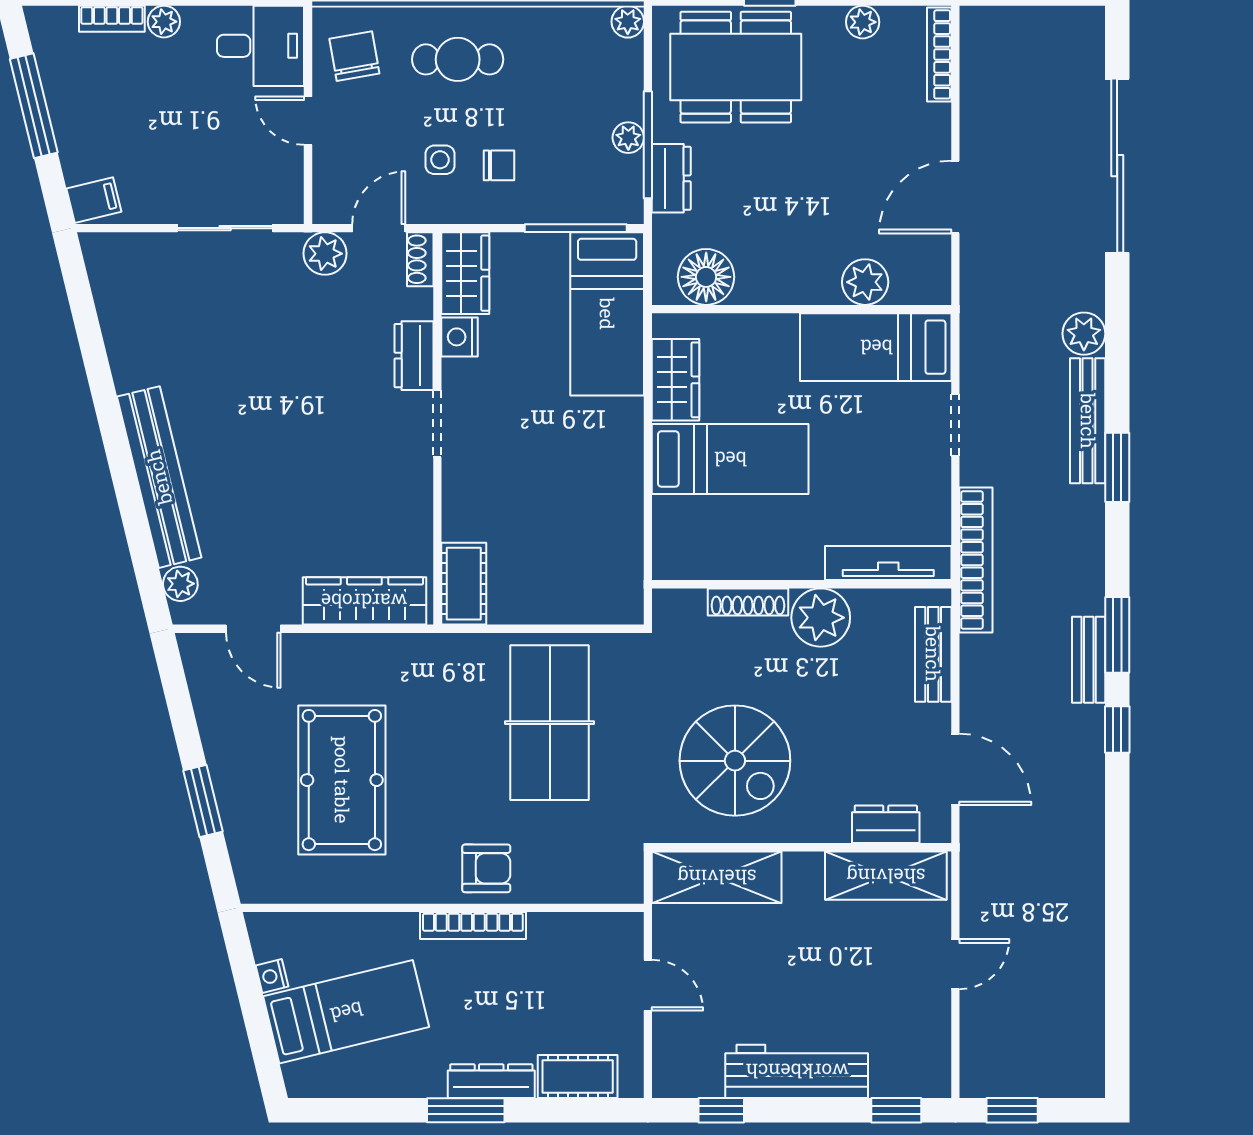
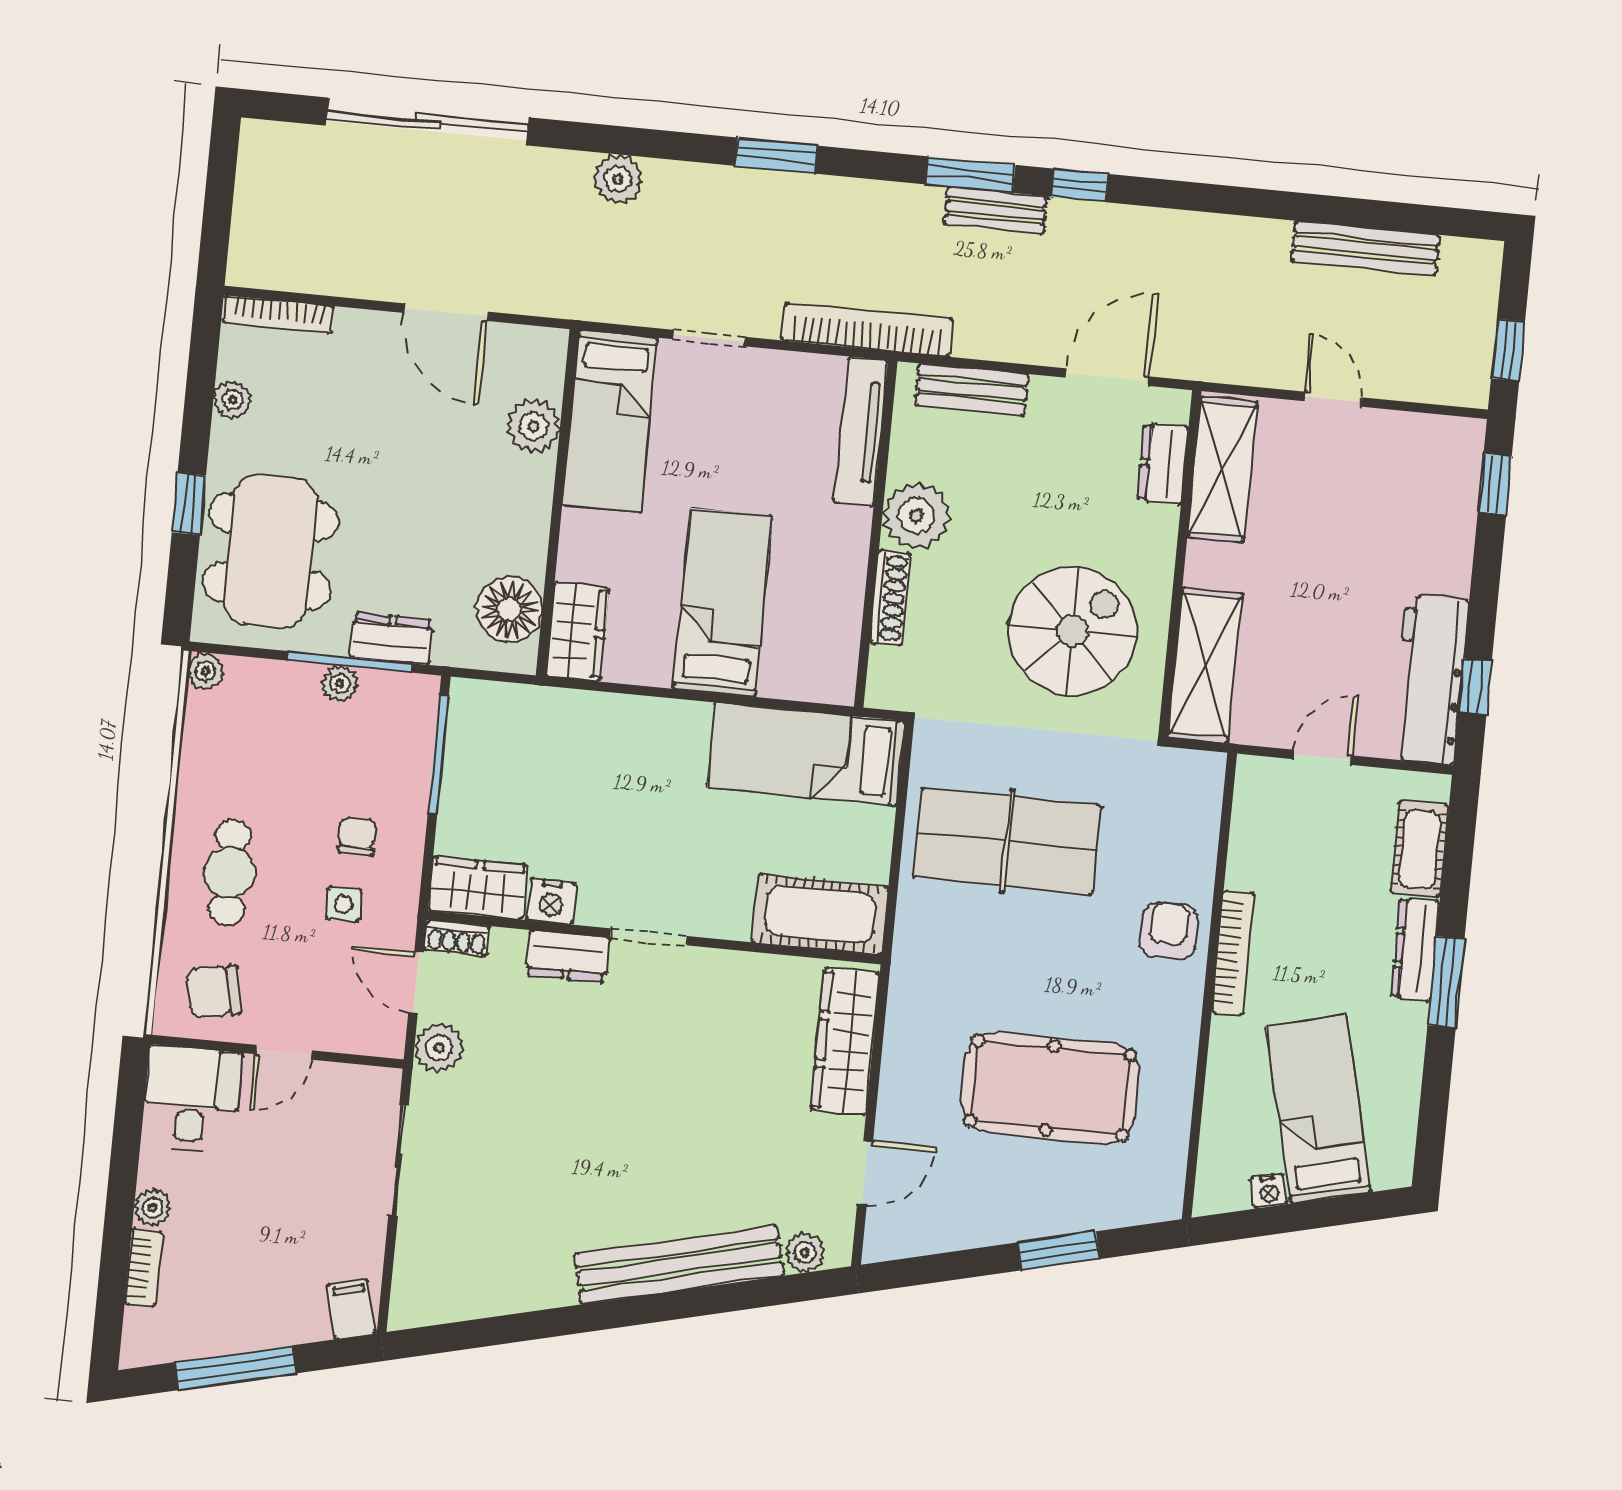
bed: (607, 314) -> (806, 754), moved, turned 180
wardrobe: (676, 380) -> (577, 632), moved, turned 90
bench: (1088, 421) -> (1365, 248), moved
cot: (464, 584) -> (820, 914), width x1.37, depth x1.34
workbench: (797, 1071) -> (1430, 680), moved

